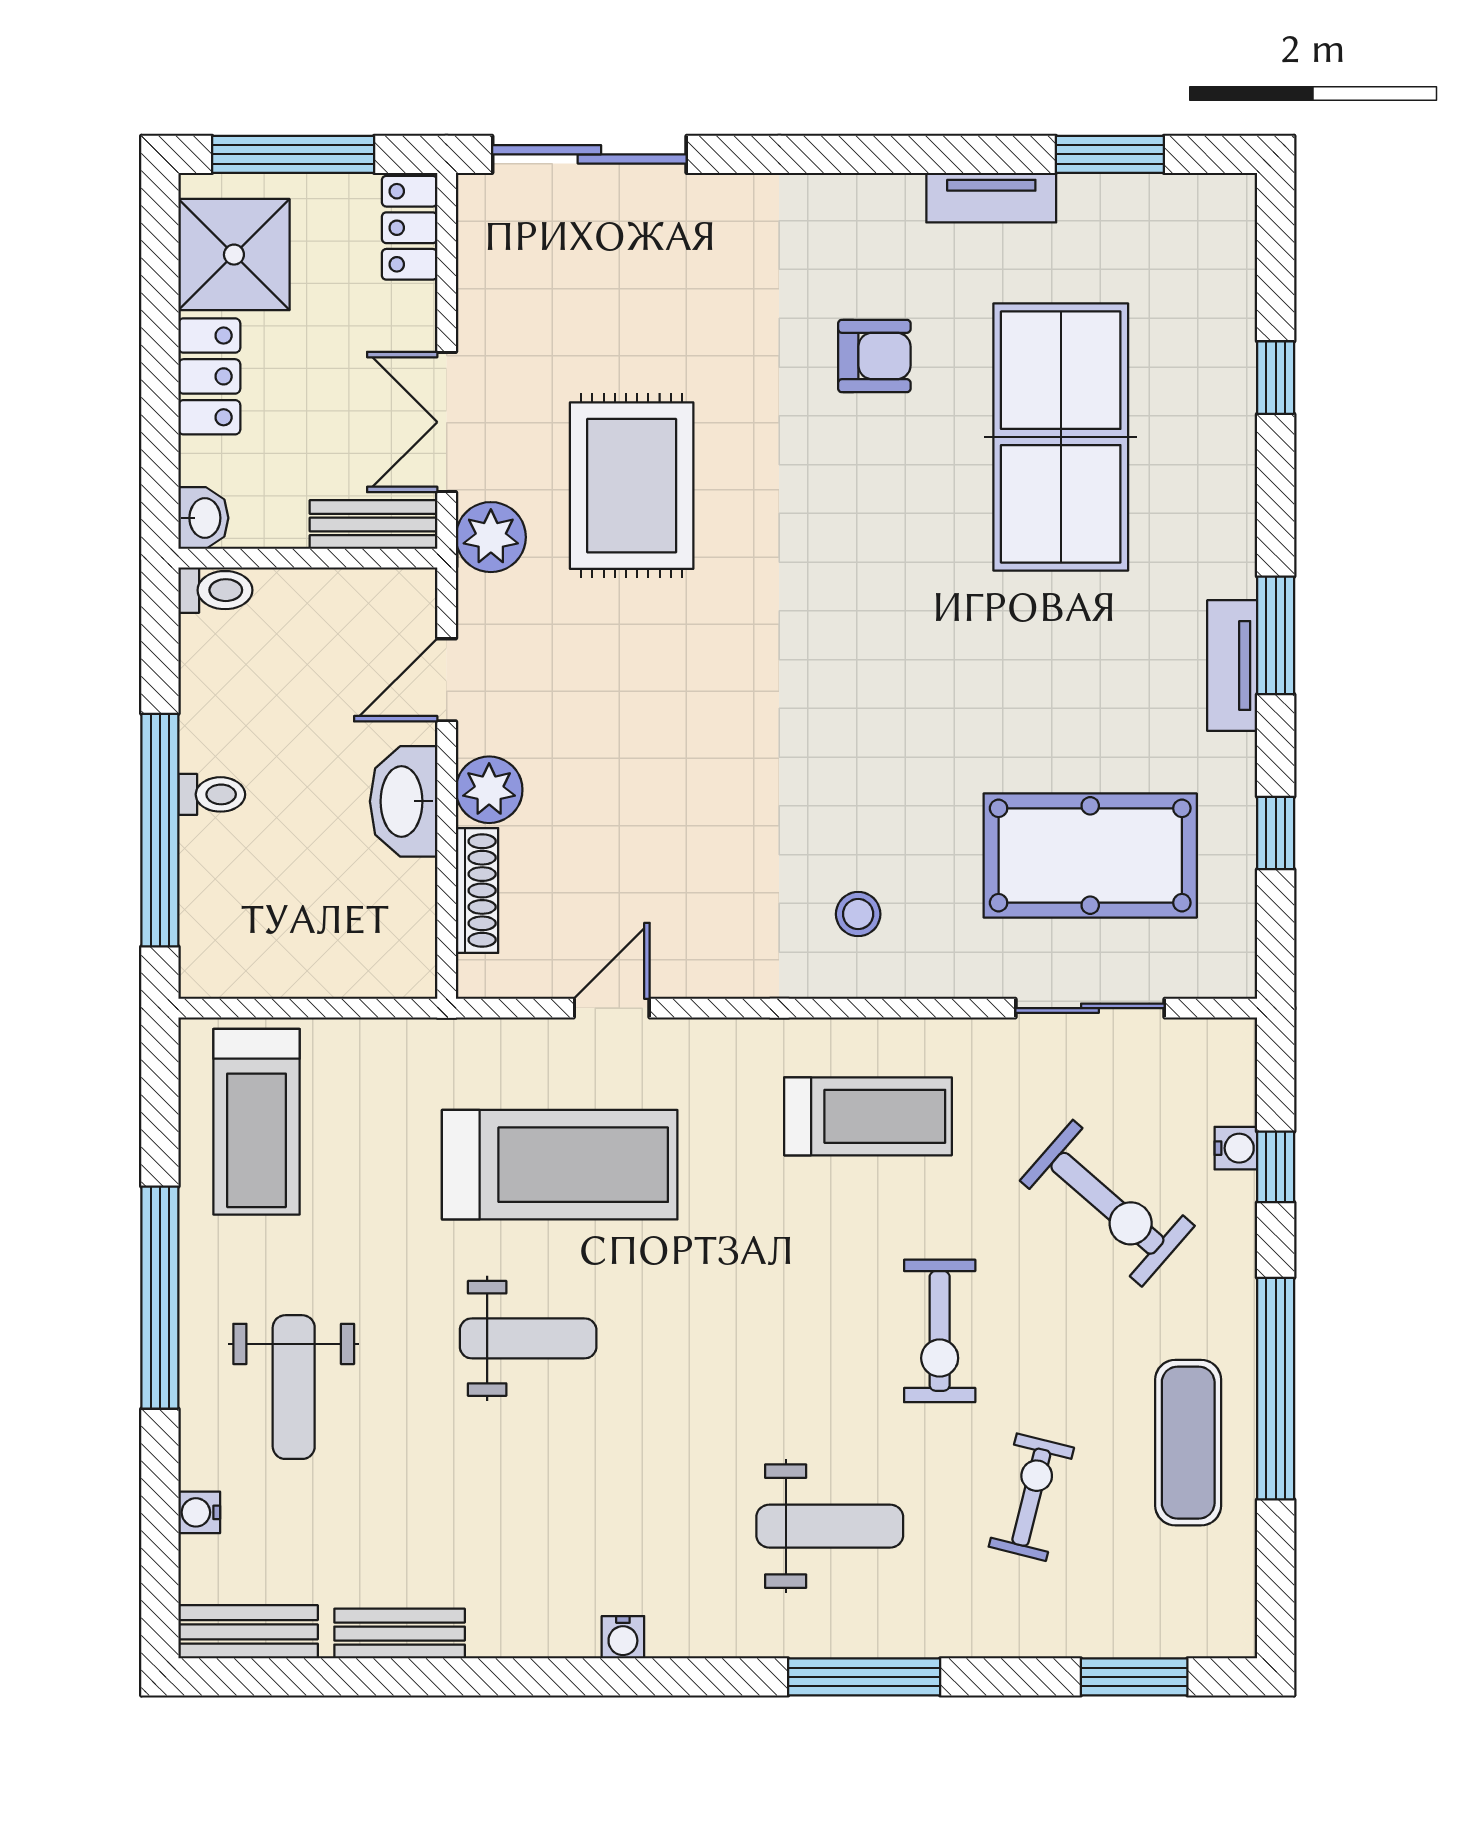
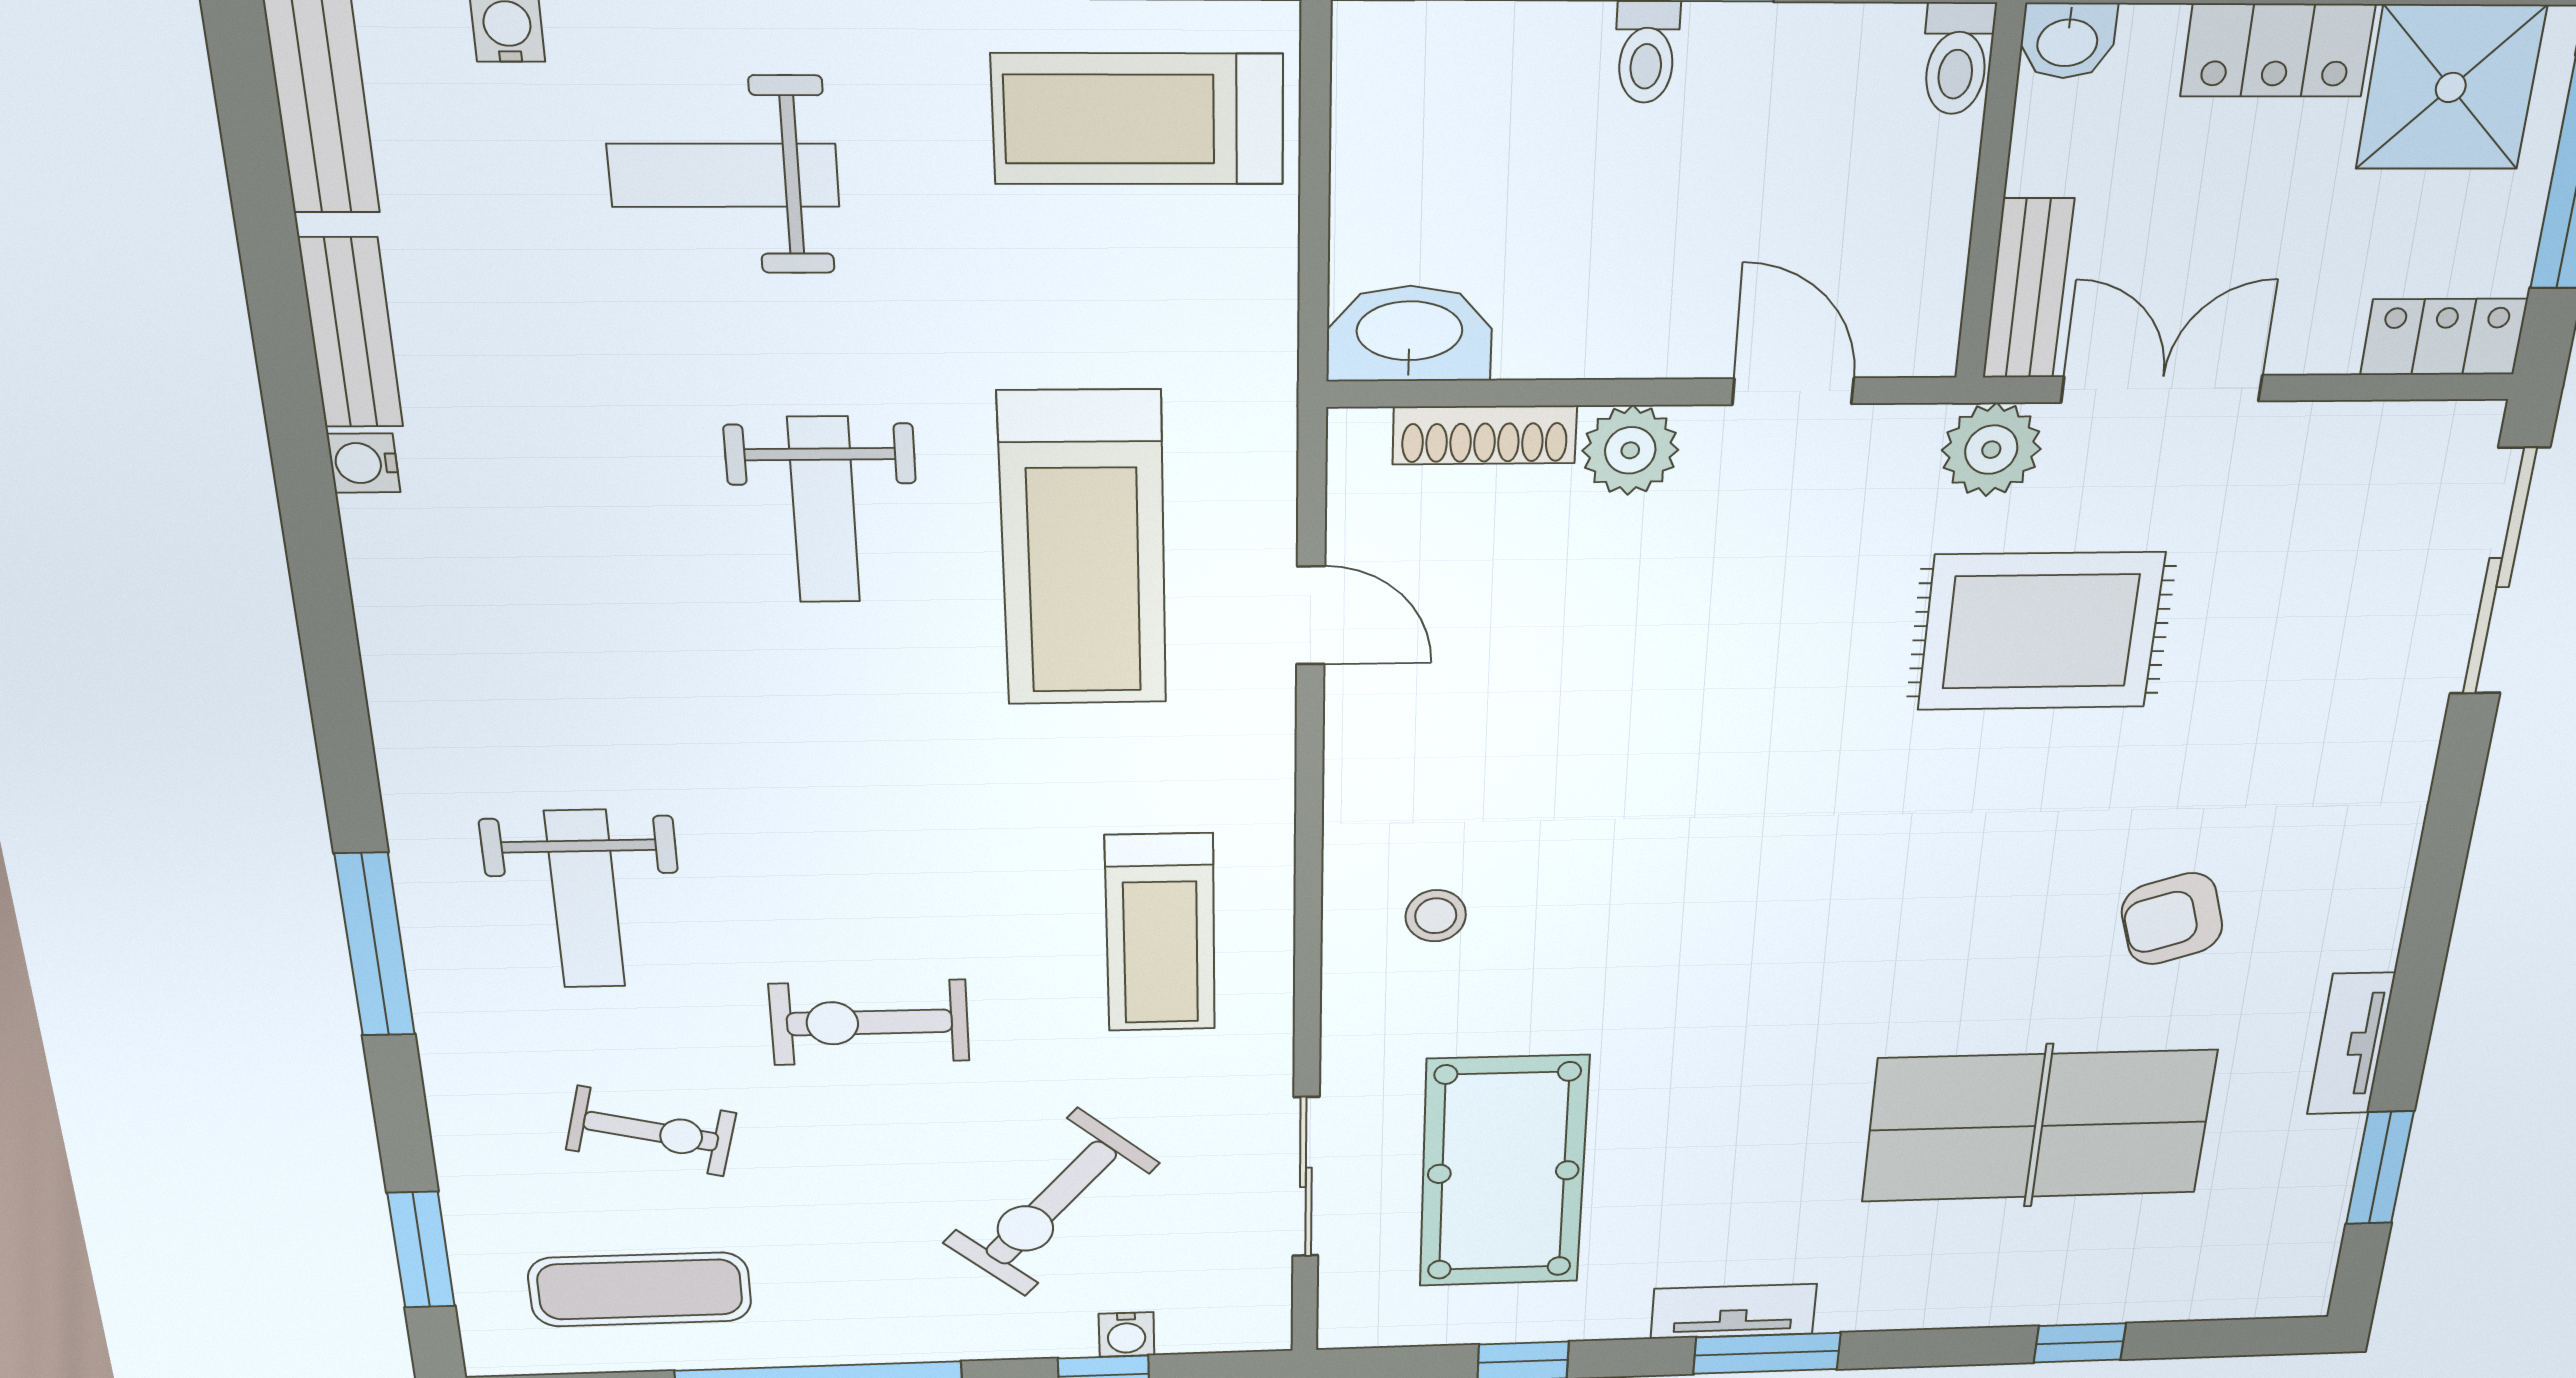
armchair: (874, 356) -> (2172, 919), turned 73
washbasin: (404, 801) -> (1409, 334), moved
exercise mat: (1188, 1443) -> (640, 1289), moved
water cooler: (623, 1637) -> (364, 463), moved

